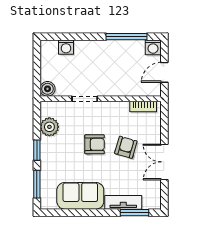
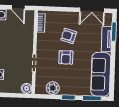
armchair: (95, 144) -> (66, 57), turned 180
double door: (164, 162) -> (92, 10), moved
sofa: (80, 196) -> (101, 74), width x1.36

